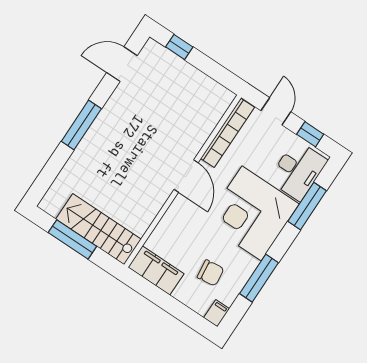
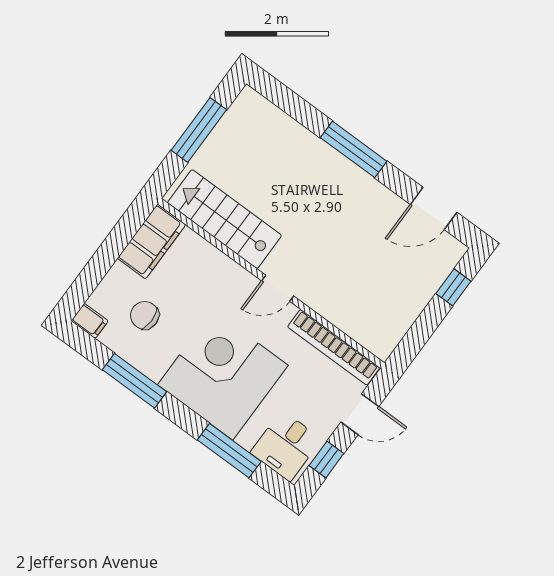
door: (122, 64) -> (434, 208), swing flipped
desk: (298, 170) -> (286, 446), width x0.73
door: (186, 176) -> (278, 288), width x0.73
stairs: (99, 229) -> (224, 219), moved, turned -90
chair: (211, 273) -> (145, 315), turned 97

